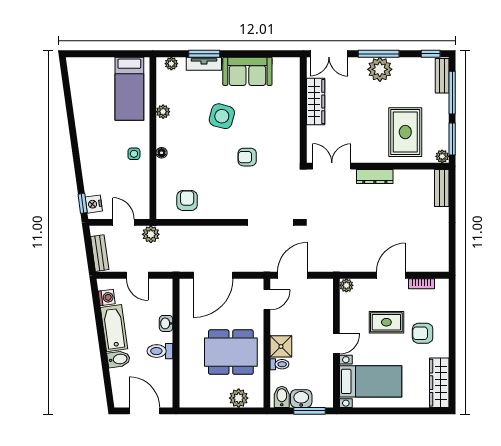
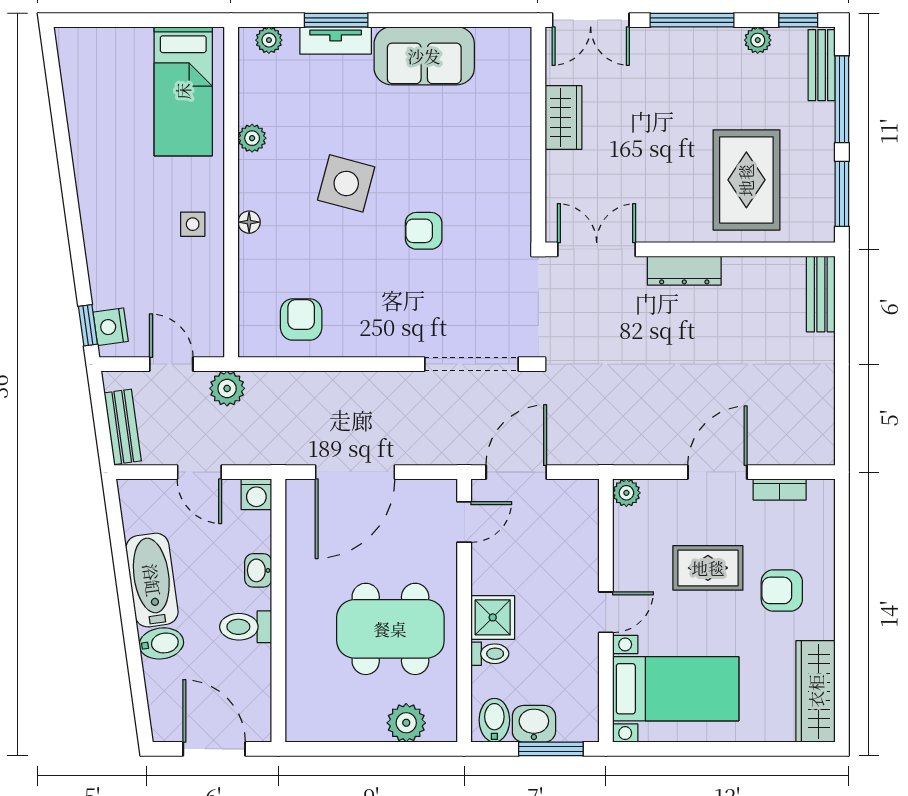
plant: (380, 69) -> (758, 40), moved, width x0.53, depth x0.53
wardrobe: (316, 102) -> (563, 118), width x0.67
side table: (222, 116) -> (346, 183), moved
plant: (442, 156) -> (822, 229), removed
washing machine: (107, 298) -> (256, 494), moved, turned 98

